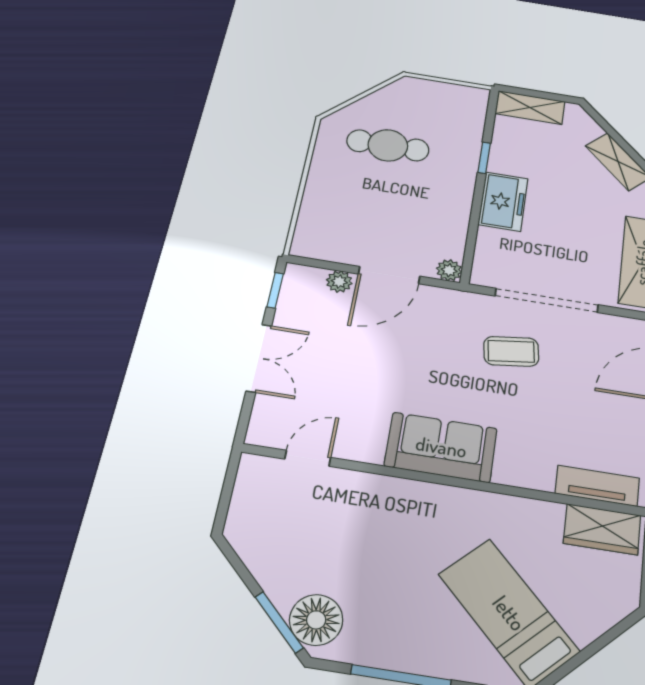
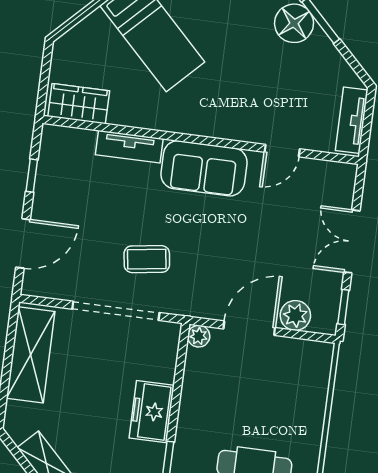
plant: (339, 282) -> (295, 315), width x1.38, depth x1.38
door: (308, 458) -> (282, 151), moved
tv unit: (597, 486) -> (129, 147), moved
tv unit: (247, 496) -> (352, 120), added

